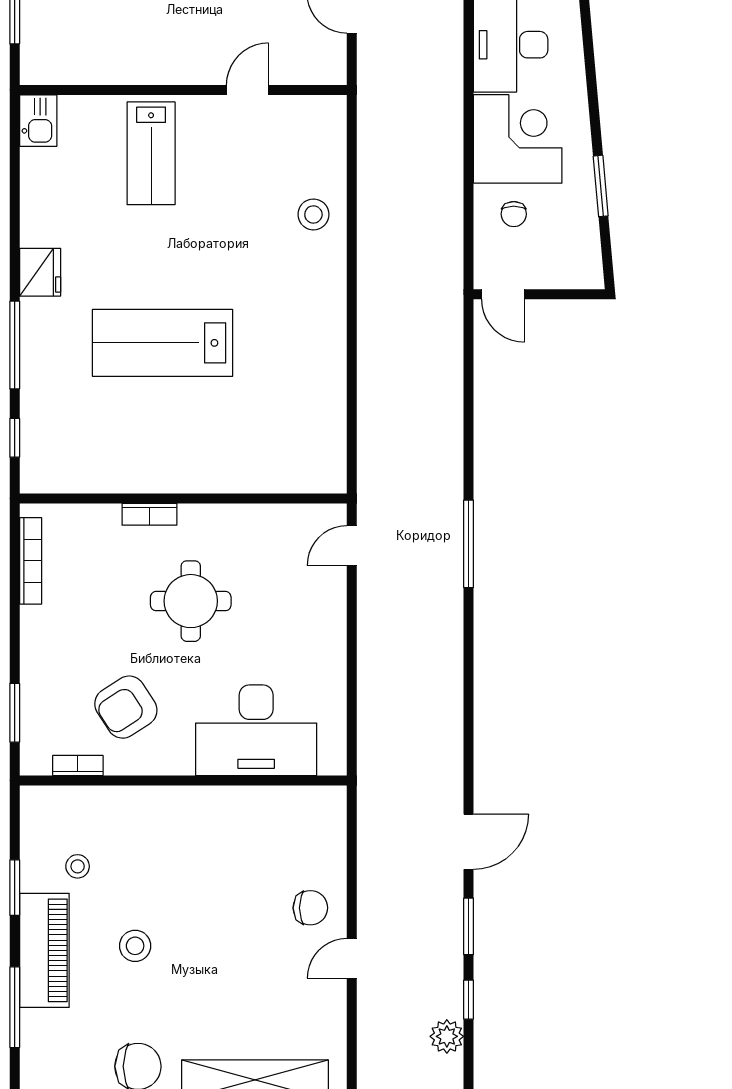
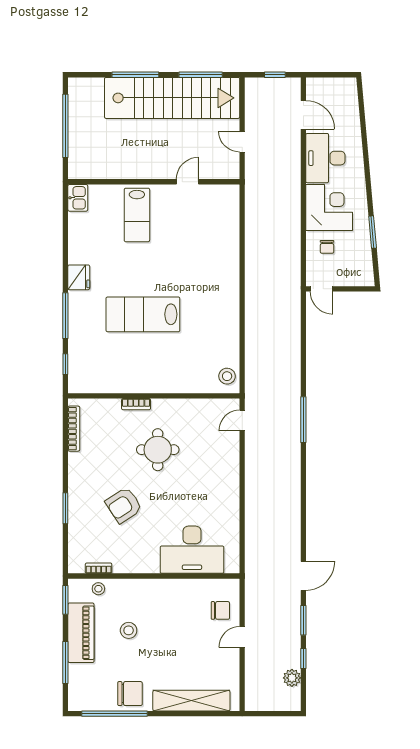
stool: (313, 214) -> (227, 376), moved
desk: (256, 730) -> (192, 550), moved
bookcase: (78, 766) -> (99, 568), moved
wall: (183, 780) -> (154, 576), moved

